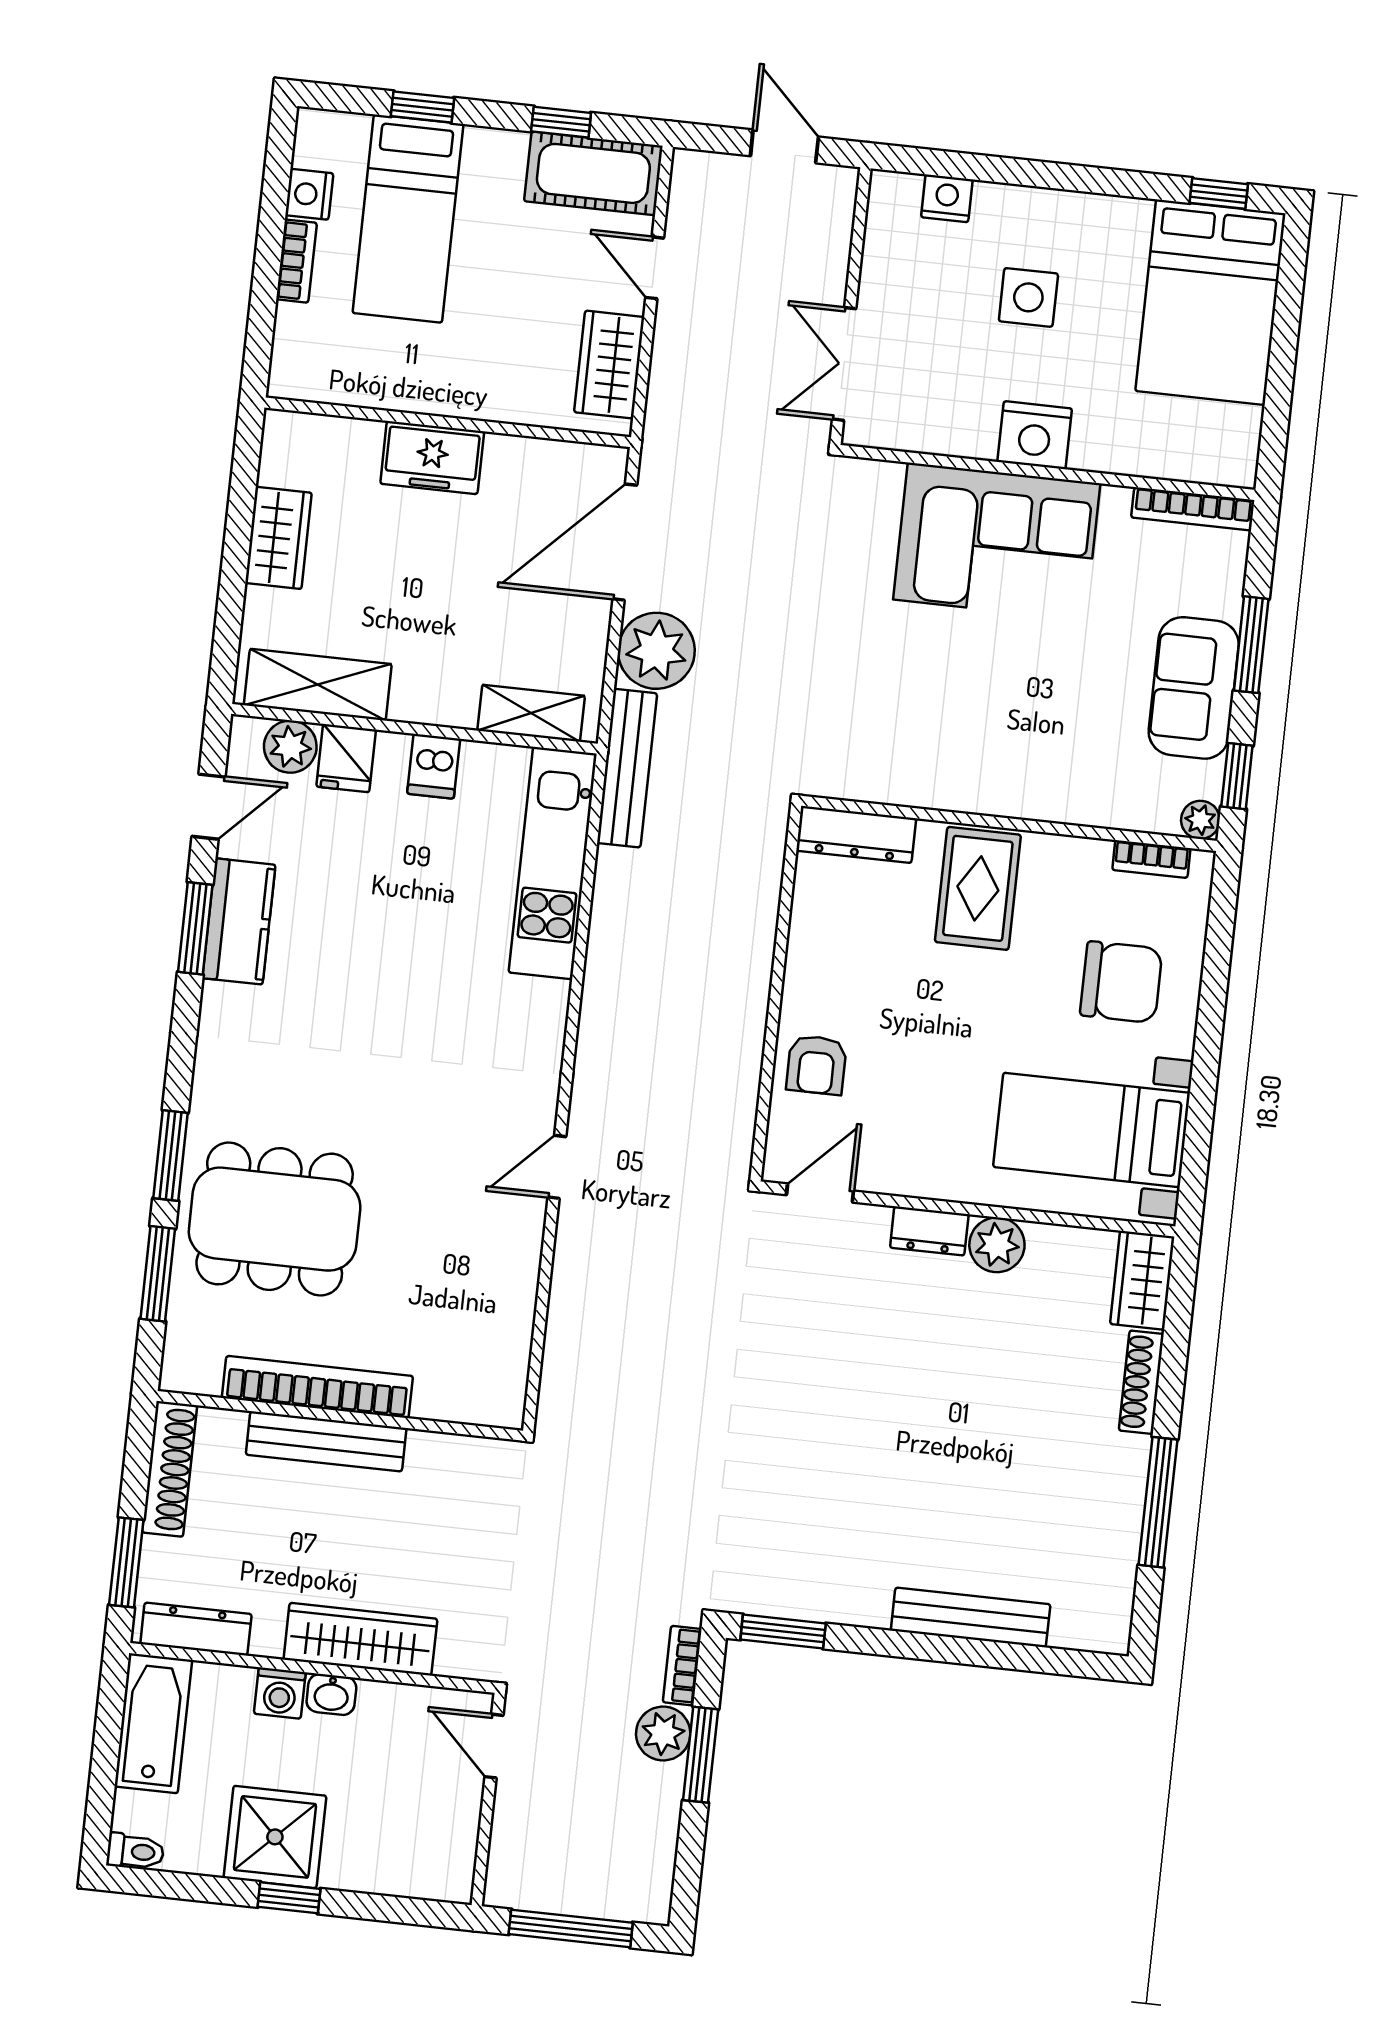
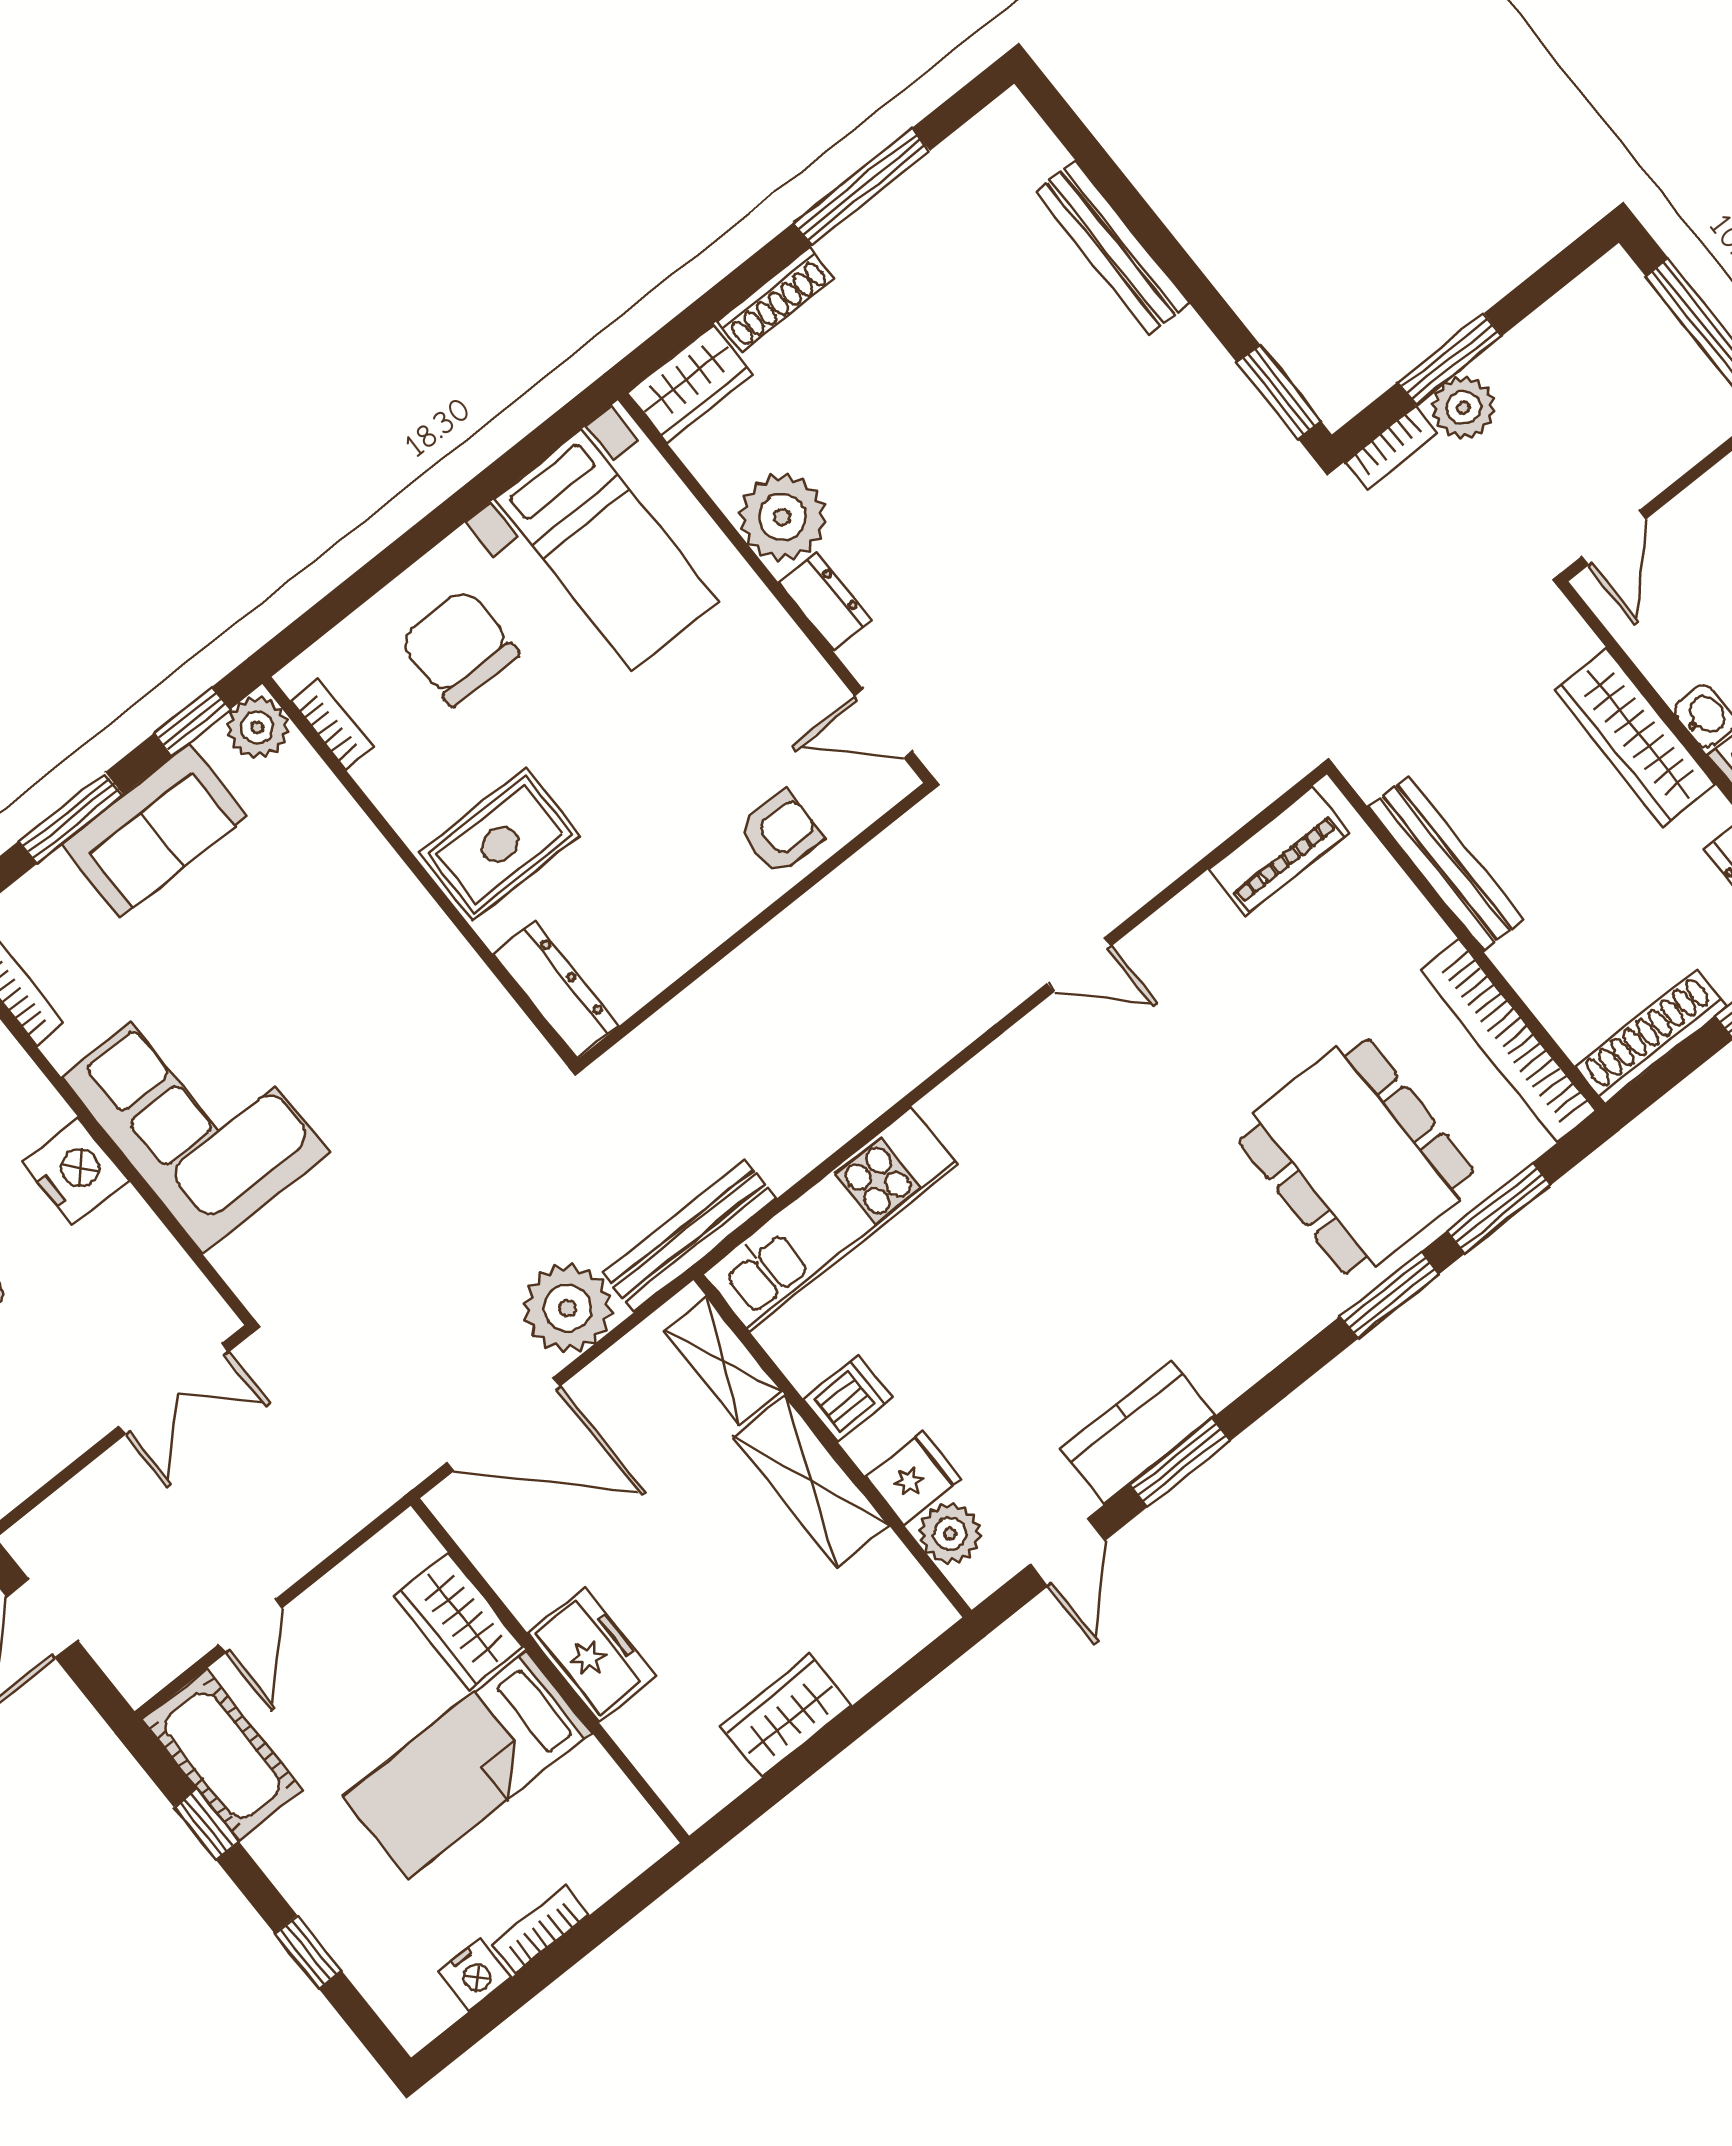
bed: (408, 219) -> (467, 1765), moved, turned 180
wardrobe: (609, 365) -> (459, 1621), moved, turned 90
shelving: (318, 685) -> (811, 1481), moved
door: (208, 807) -> (1068, 1552), swing flipped
plant: (1200, 820) -> (257, 727), width x1.38, depth x1.38
plant: (997, 1245) -> (782, 517), width x1.36, depth x1.36
piano: (506, 1355) -> (1278, 851), added
bookcase: (317, 1387) -> (1508, 1041), moved
bench: (326, 1441) -> (1446, 863), moved

